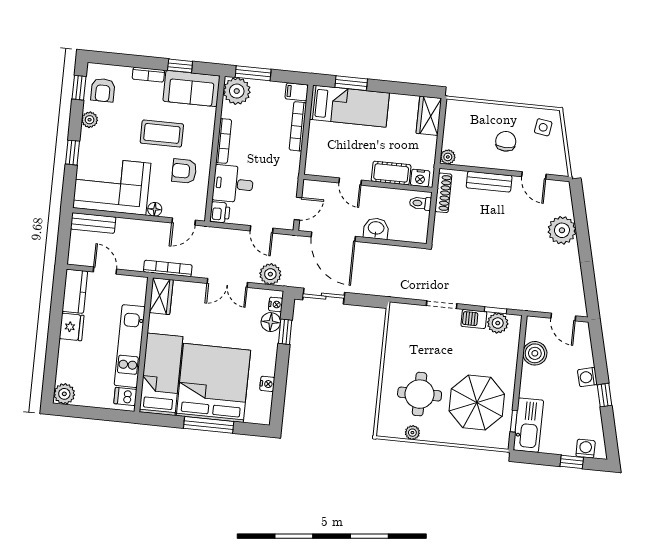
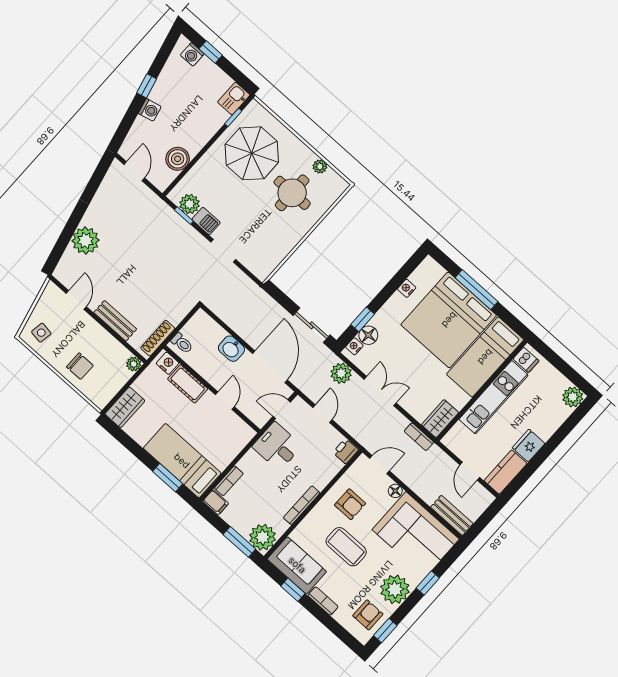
plant: (90, 120) -> (395, 589), width x1.87, depth x1.87
bookcase: (298, 126) -> (229, 481), width x0.64
chair: (506, 141) -> (80, 366), moved, turned -90
desk: (233, 184) -> (277, 446), moved, turned 180
bookcase: (168, 268) -> (419, 437), width x0.64
kitchen sink: (528, 425) -> (234, 98), width x0.53, depth x0.81

